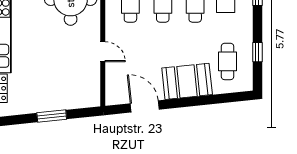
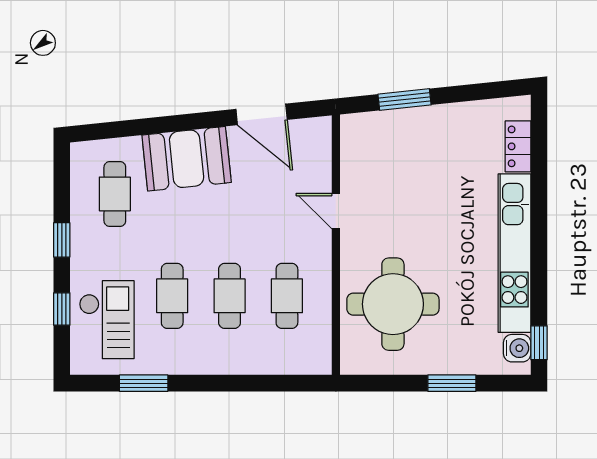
window: (257, 52) -> (62, 240), moved
window: (52, 116) -> (405, 100), moved

